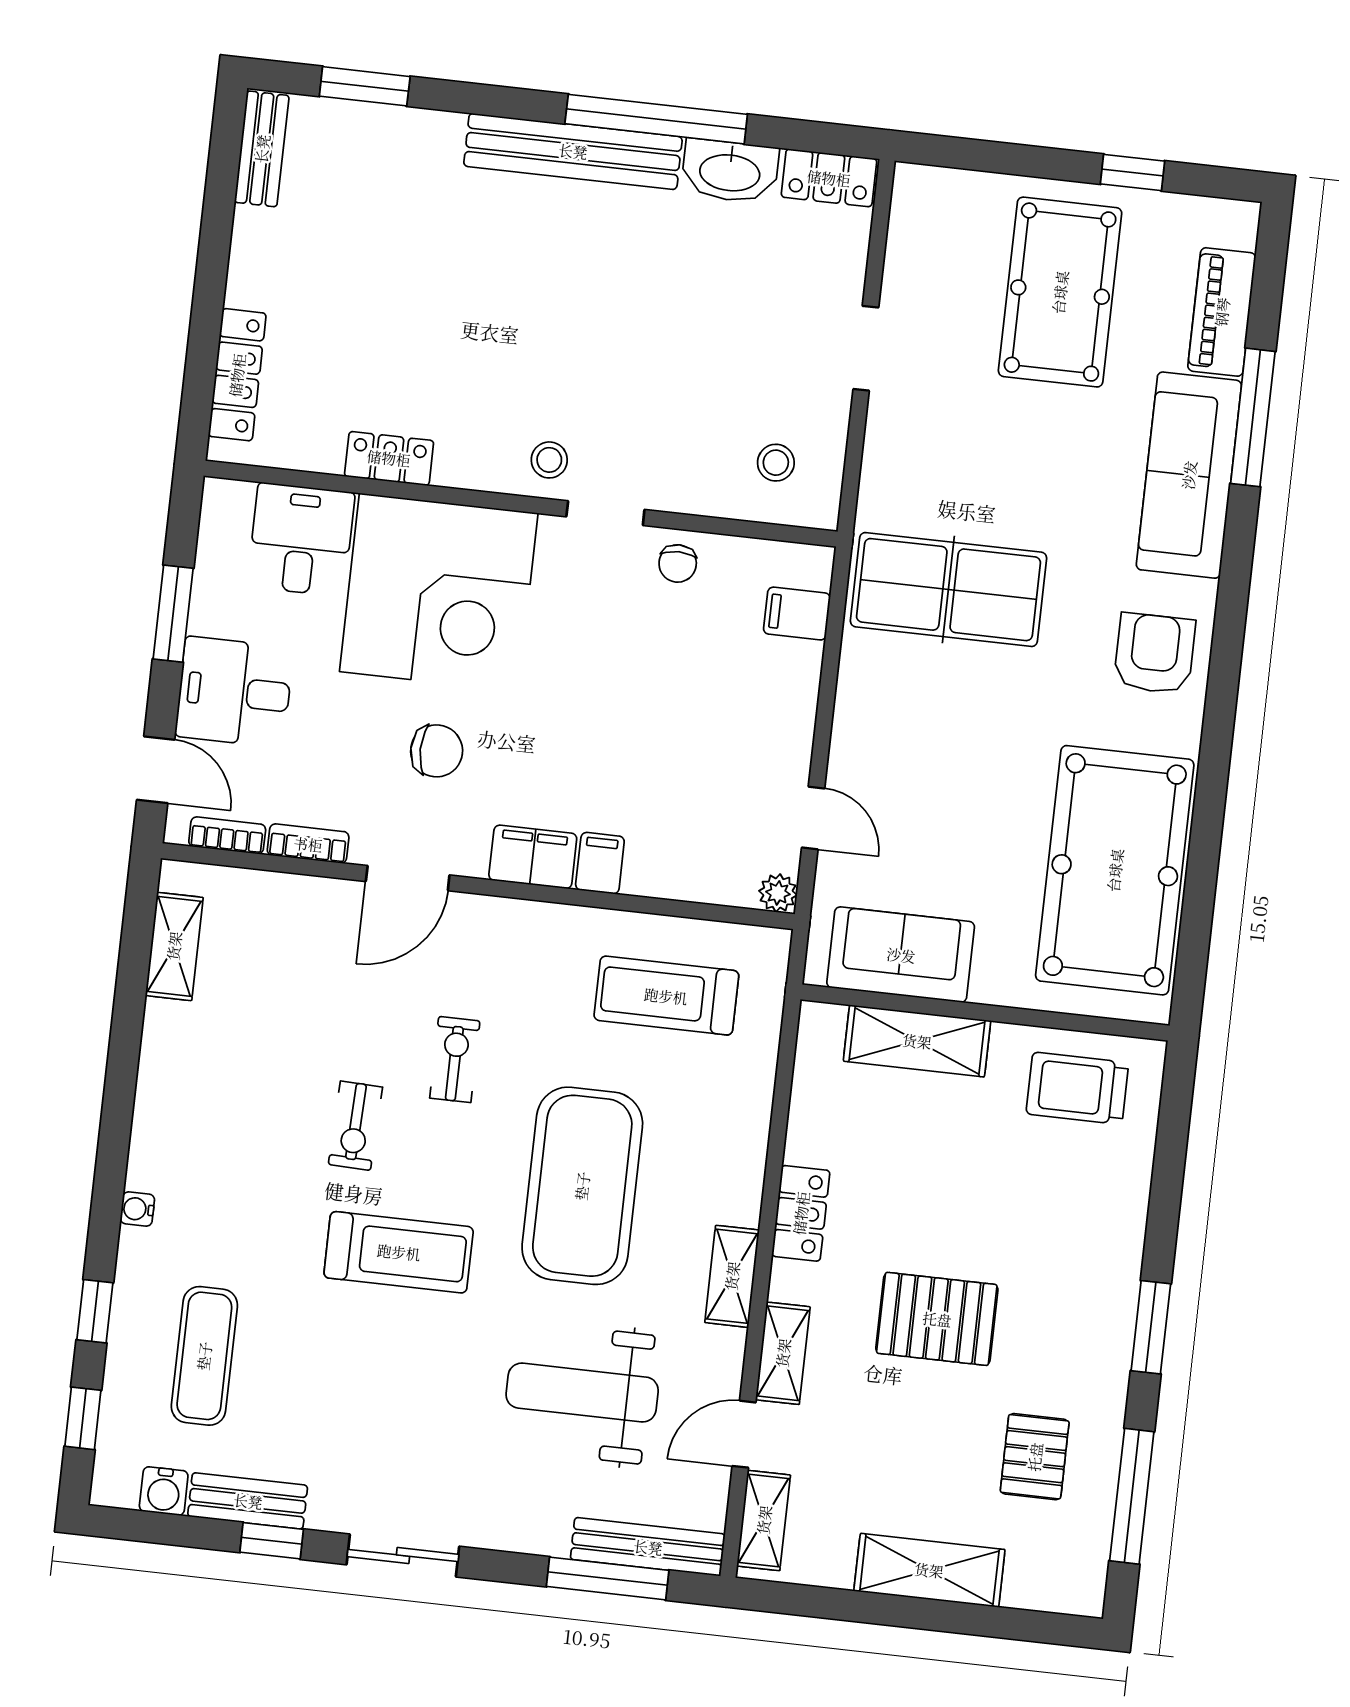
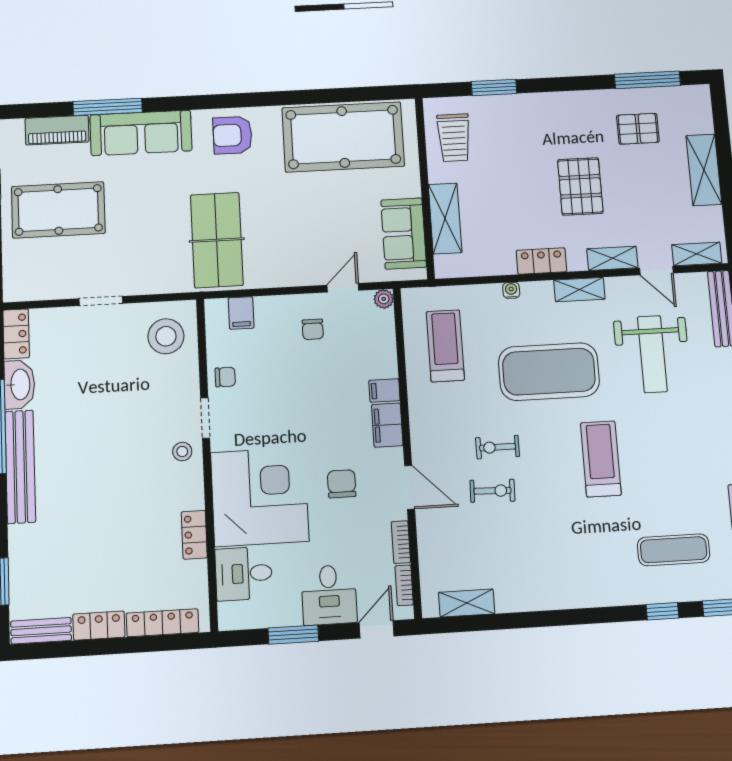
locker: (253, 257) -> (99, 626), added
stool: (776, 463) -> (166, 336), width x1.89, depth x1.89
chair: (742, 746) -> (313, 329), added
treadmill: (666, 996) -> (445, 346), turned 180
exercise bike: (355, 1126) -> (492, 491), moved
water cooler: (137, 1209) -> (511, 290), moved, turned 180
window: (1151, 1327) -> (494, 88), moved

